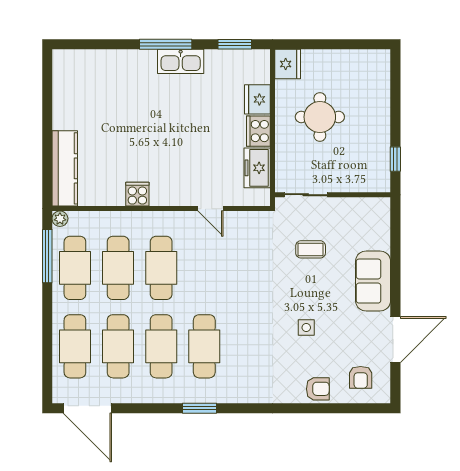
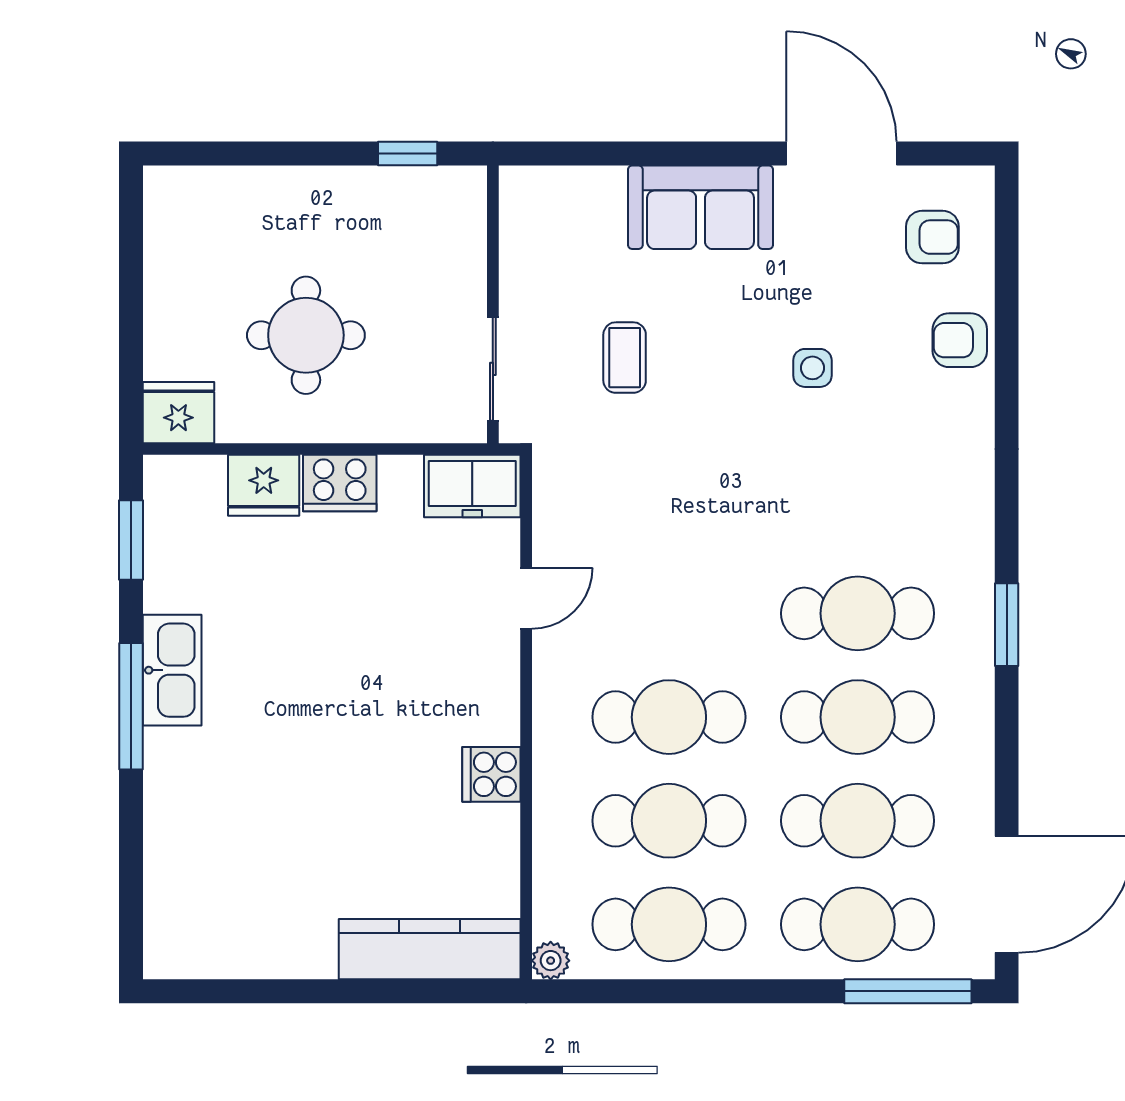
freezer: (257, 168) -> (472, 486), moved
window: (47, 256) -> (908, 991), moved
armchair: (318, 389) -> (960, 340), turned -90

